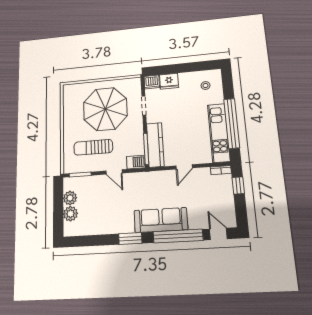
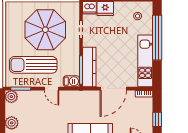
window: (232, 123) -> (157, 38), moved
sun lounger: (93, 147) -> (33, 65), width x1.36, depth x1.34
door: (184, 167) -> (113, 89), width x1.88
window: (238, 185) -> (157, 119), moved
plant: (70, 198) -> (11, 97), moved

